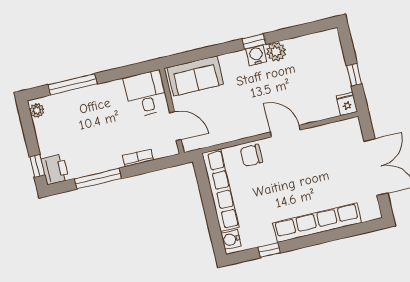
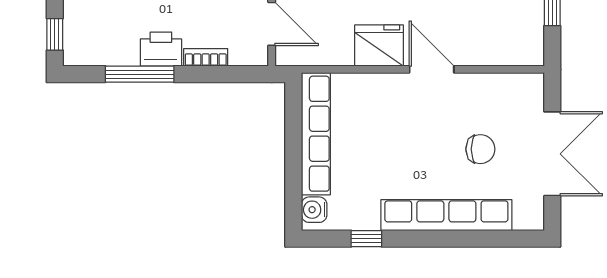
fridge: (347, 104) -> (379, 46), moved, width x1.88, depth x1.34
chair: (251, 155) -> (480, 149), moved, turned 180
printer: (55, 169) -> (161, 49), moved, turned -90

